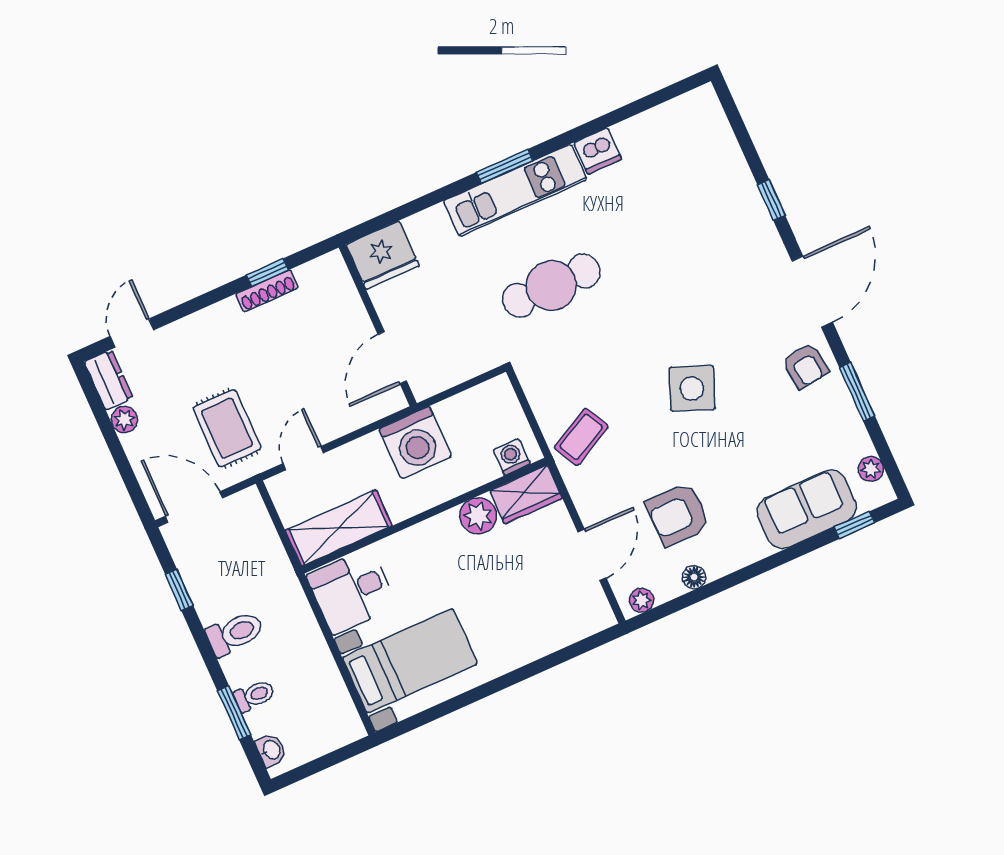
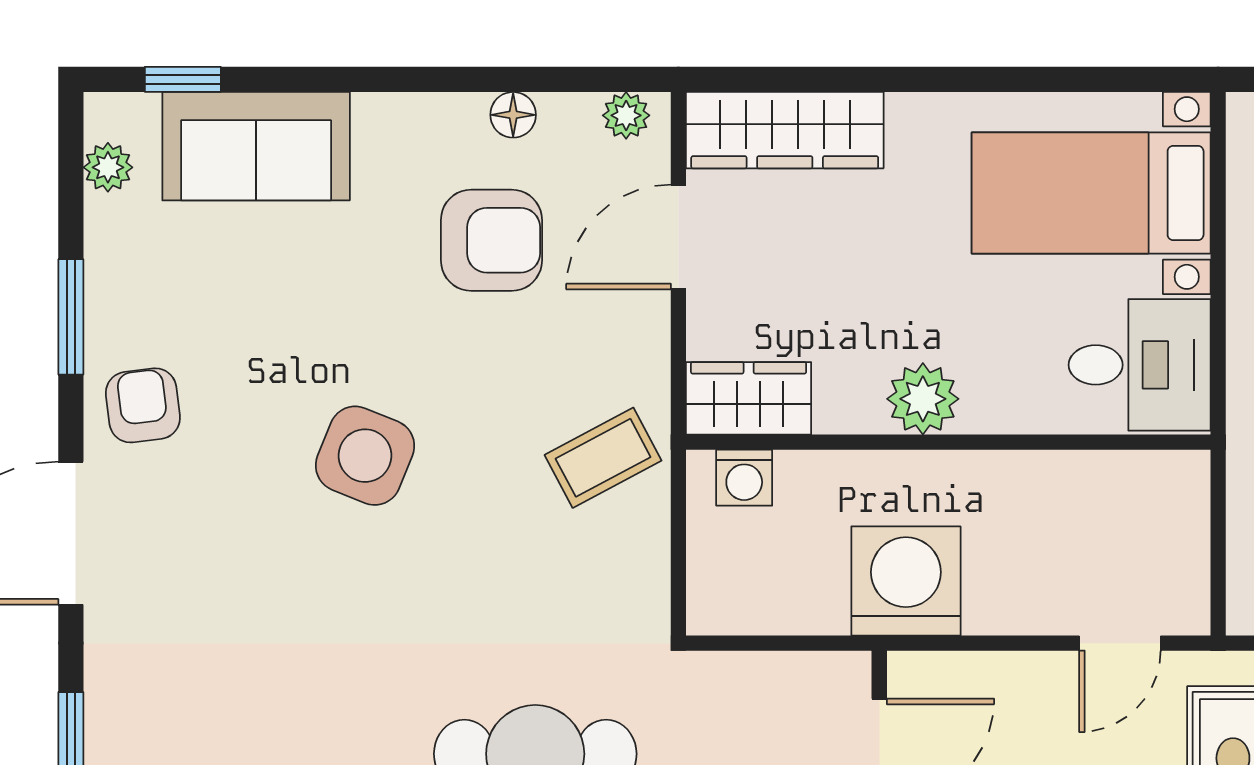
plant: (478, 516) -> (923, 399), moved
shelving: (339, 528) -> (1113, 489), removed
wardrobe: (565, 626) -> (785, 130), added

